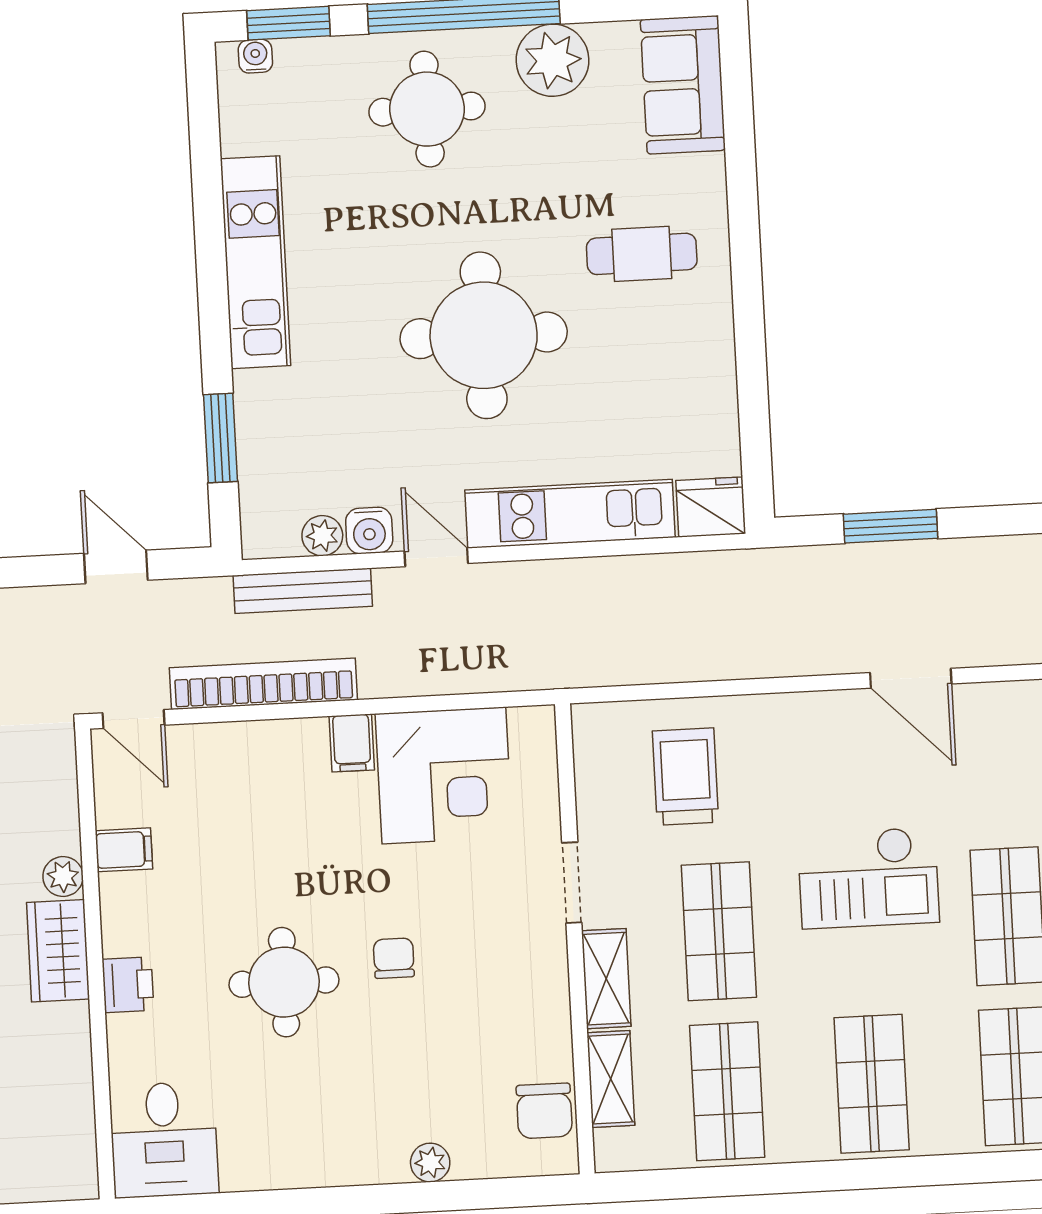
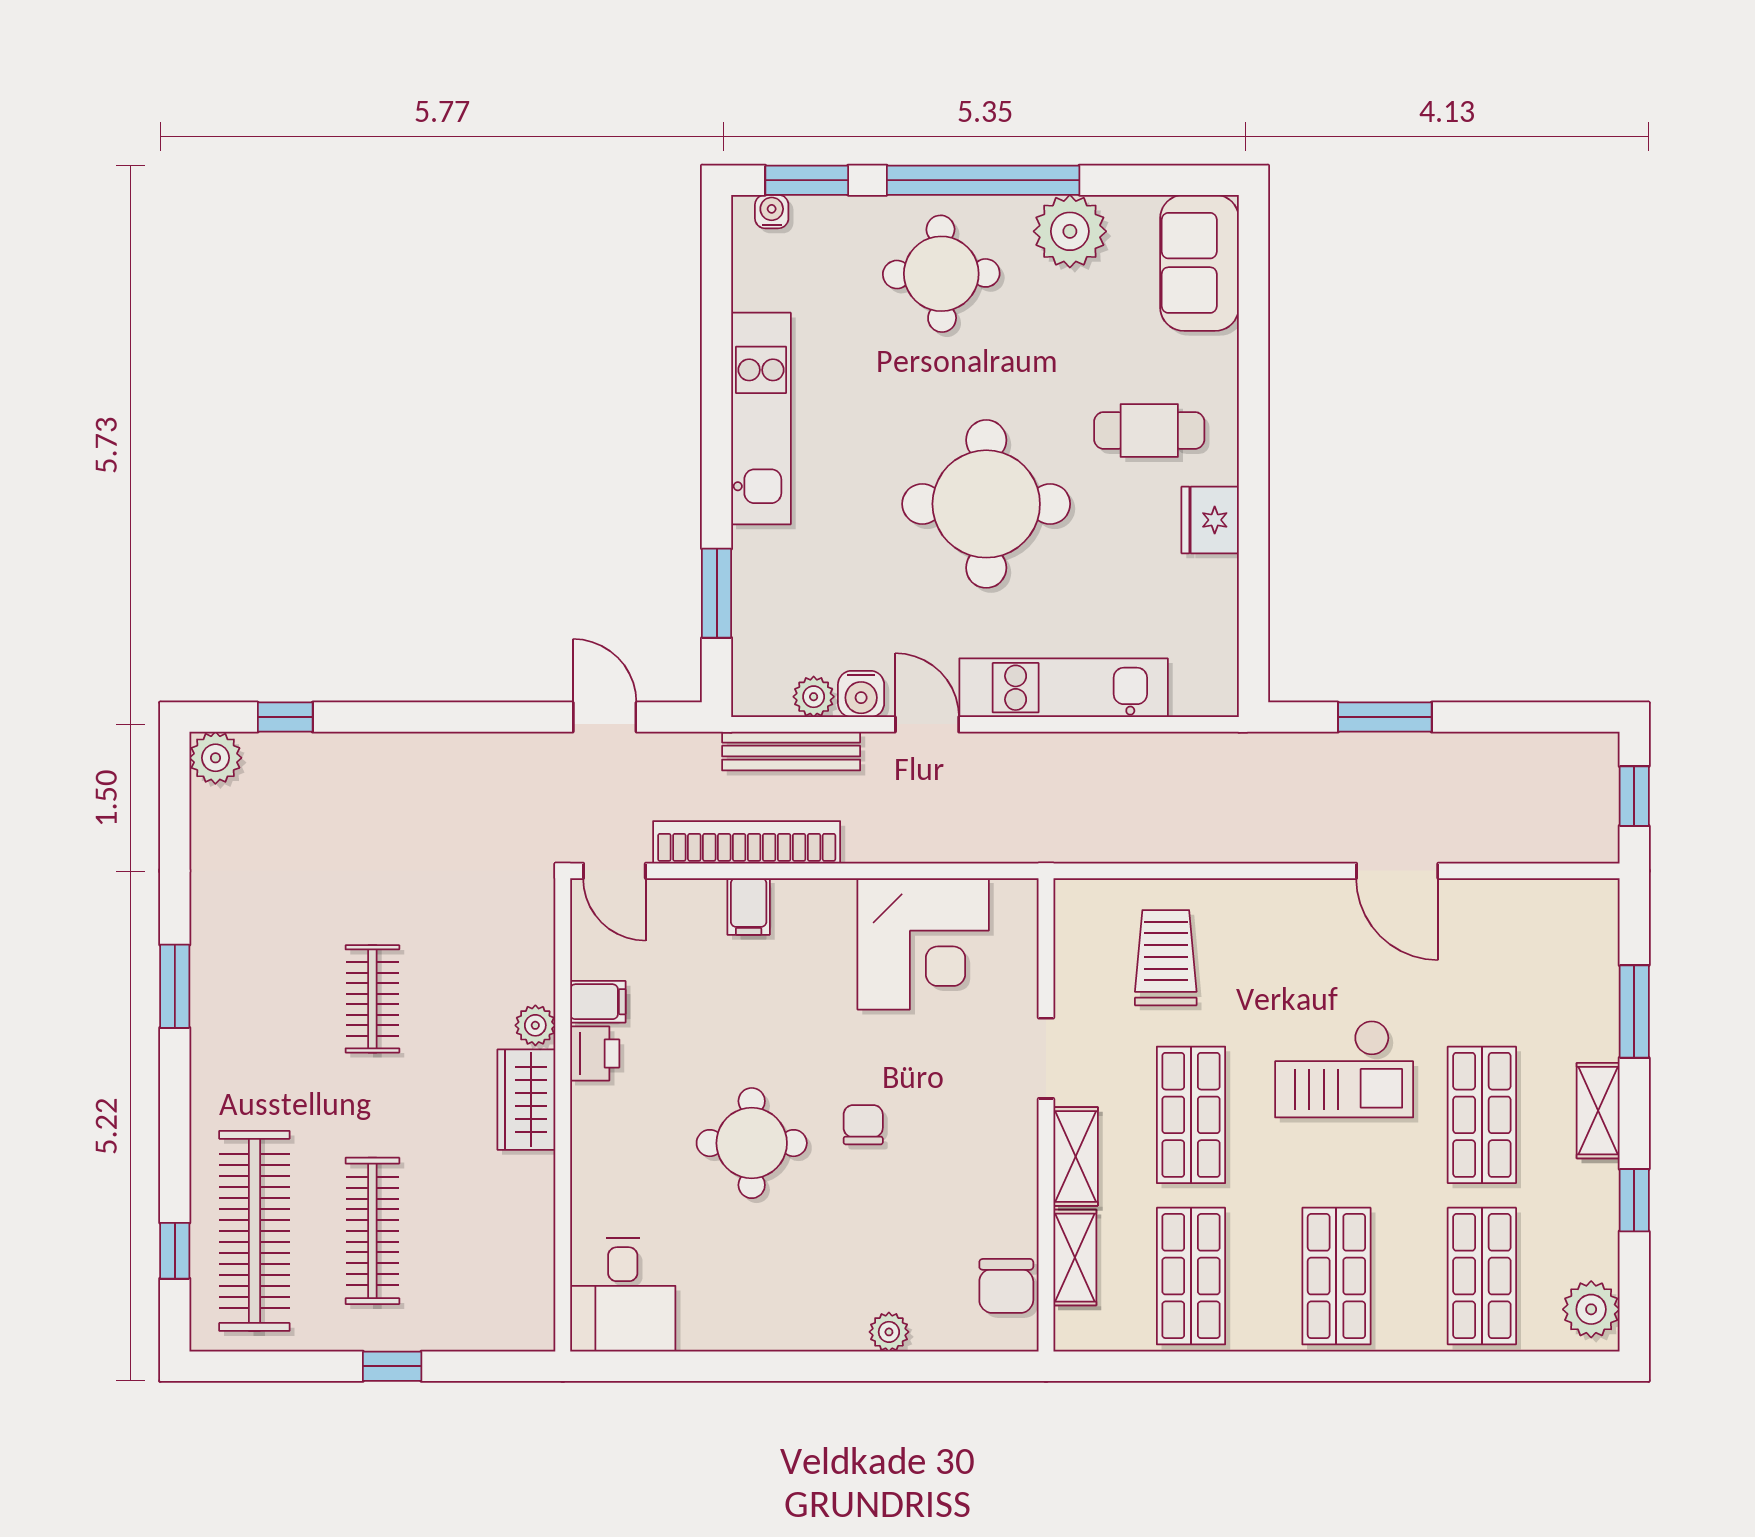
fridge: (711, 507) -> (1210, 520), moved, turned -90
filing cabinet: (352, 743) -> (749, 906), moved
printer: (128, 985) -> (595, 1053), moved

